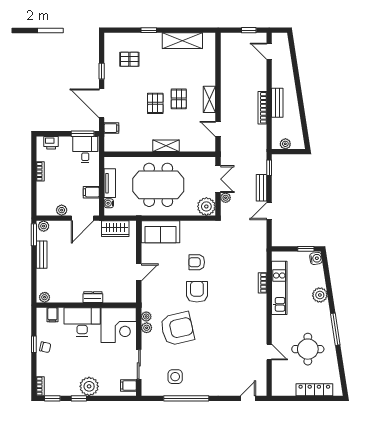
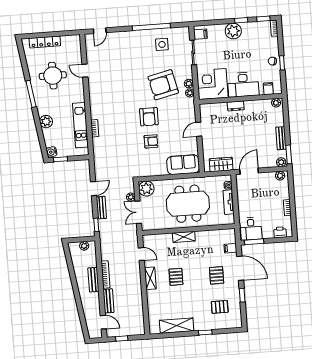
bench: (261, 76) -> (109, 301), added
pallet: (155, 103) -> (217, 275), moved
filing cabinet: (91, 192) -> (243, 193), removed
plant: (62, 210) -> (280, 176), moved

